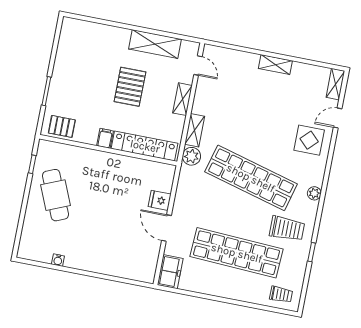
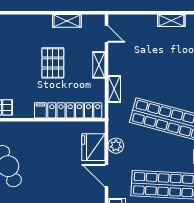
shelving: (155, 44) -> (67, 21), width x0.67, depth x0.75
plant: (191, 156) -> (116, 146), moved
fridge: (160, 200) -> (93, 147), width x1.88, depth x1.34

